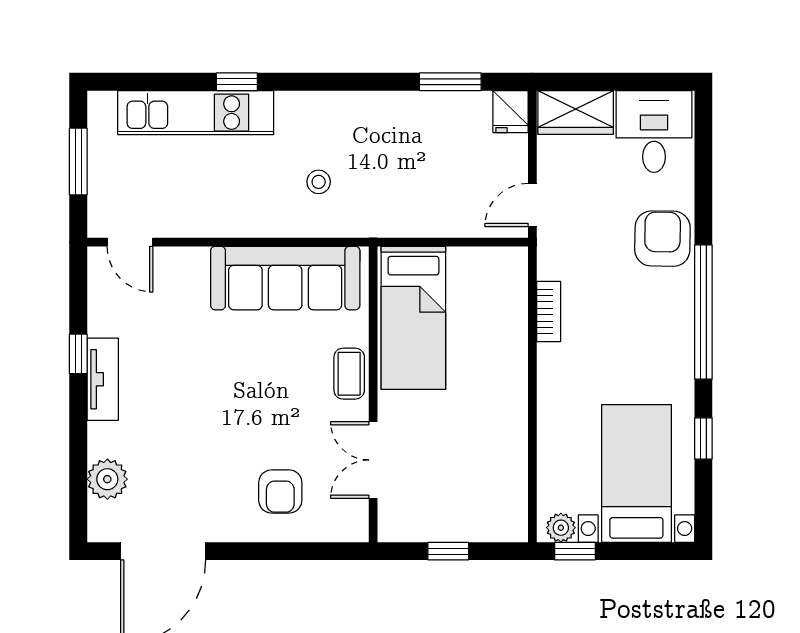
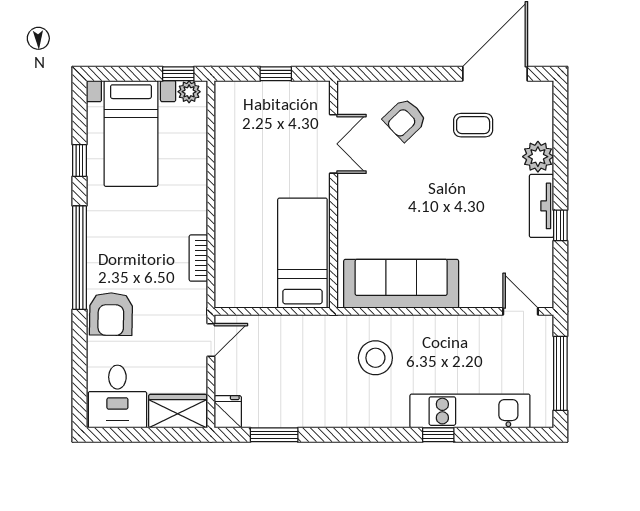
window: (78, 162) -> (560, 373), width x1.44
stool: (319, 182) -> (375, 358), width x1.89, depth x1.89
coffee table: (349, 374) -> (473, 125), moved, turned 90
plant: (107, 479) -> (538, 157), moved
armchair: (280, 491) -> (405, 120), turned -134

